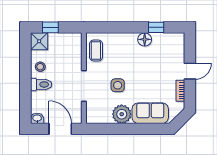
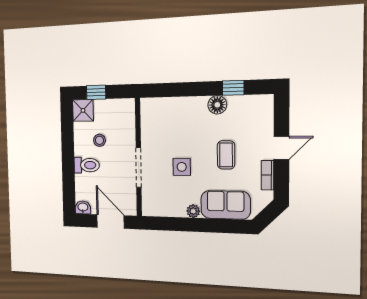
coffee table: (96, 50) -> (226, 155), moved
stool: (40, 67) -> (100, 140), moved
plant: (122, 114) -> (193, 211), width x0.53, depth x0.53

